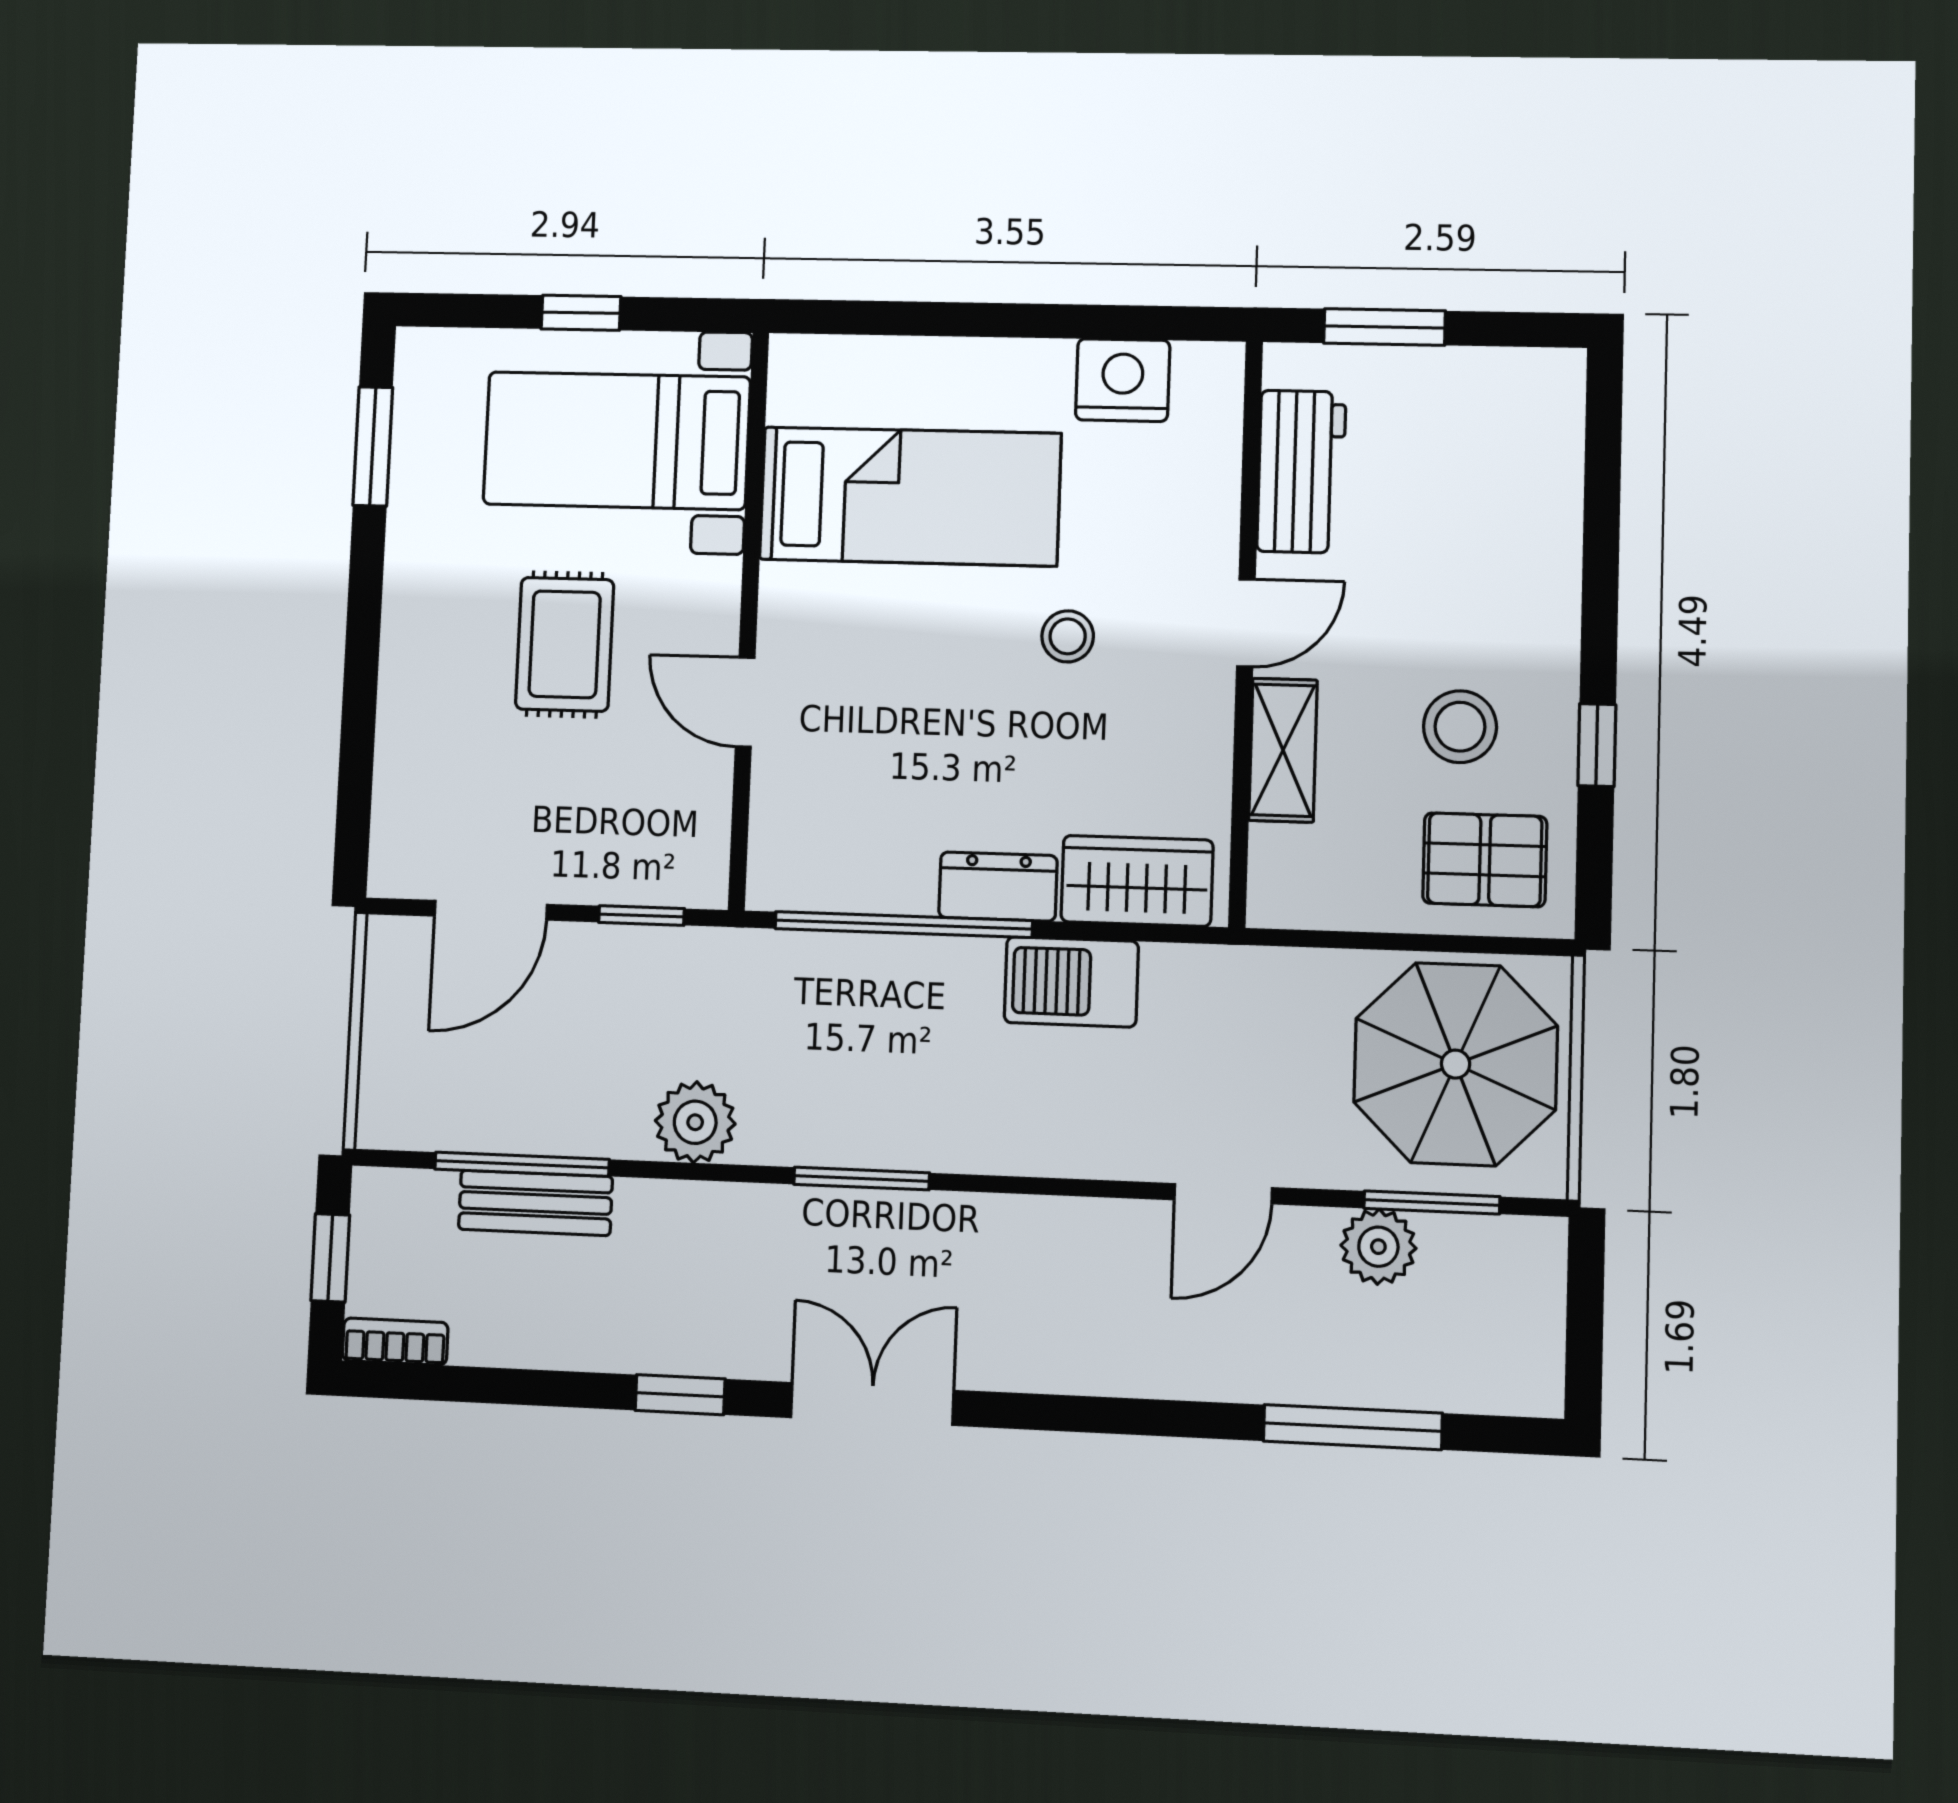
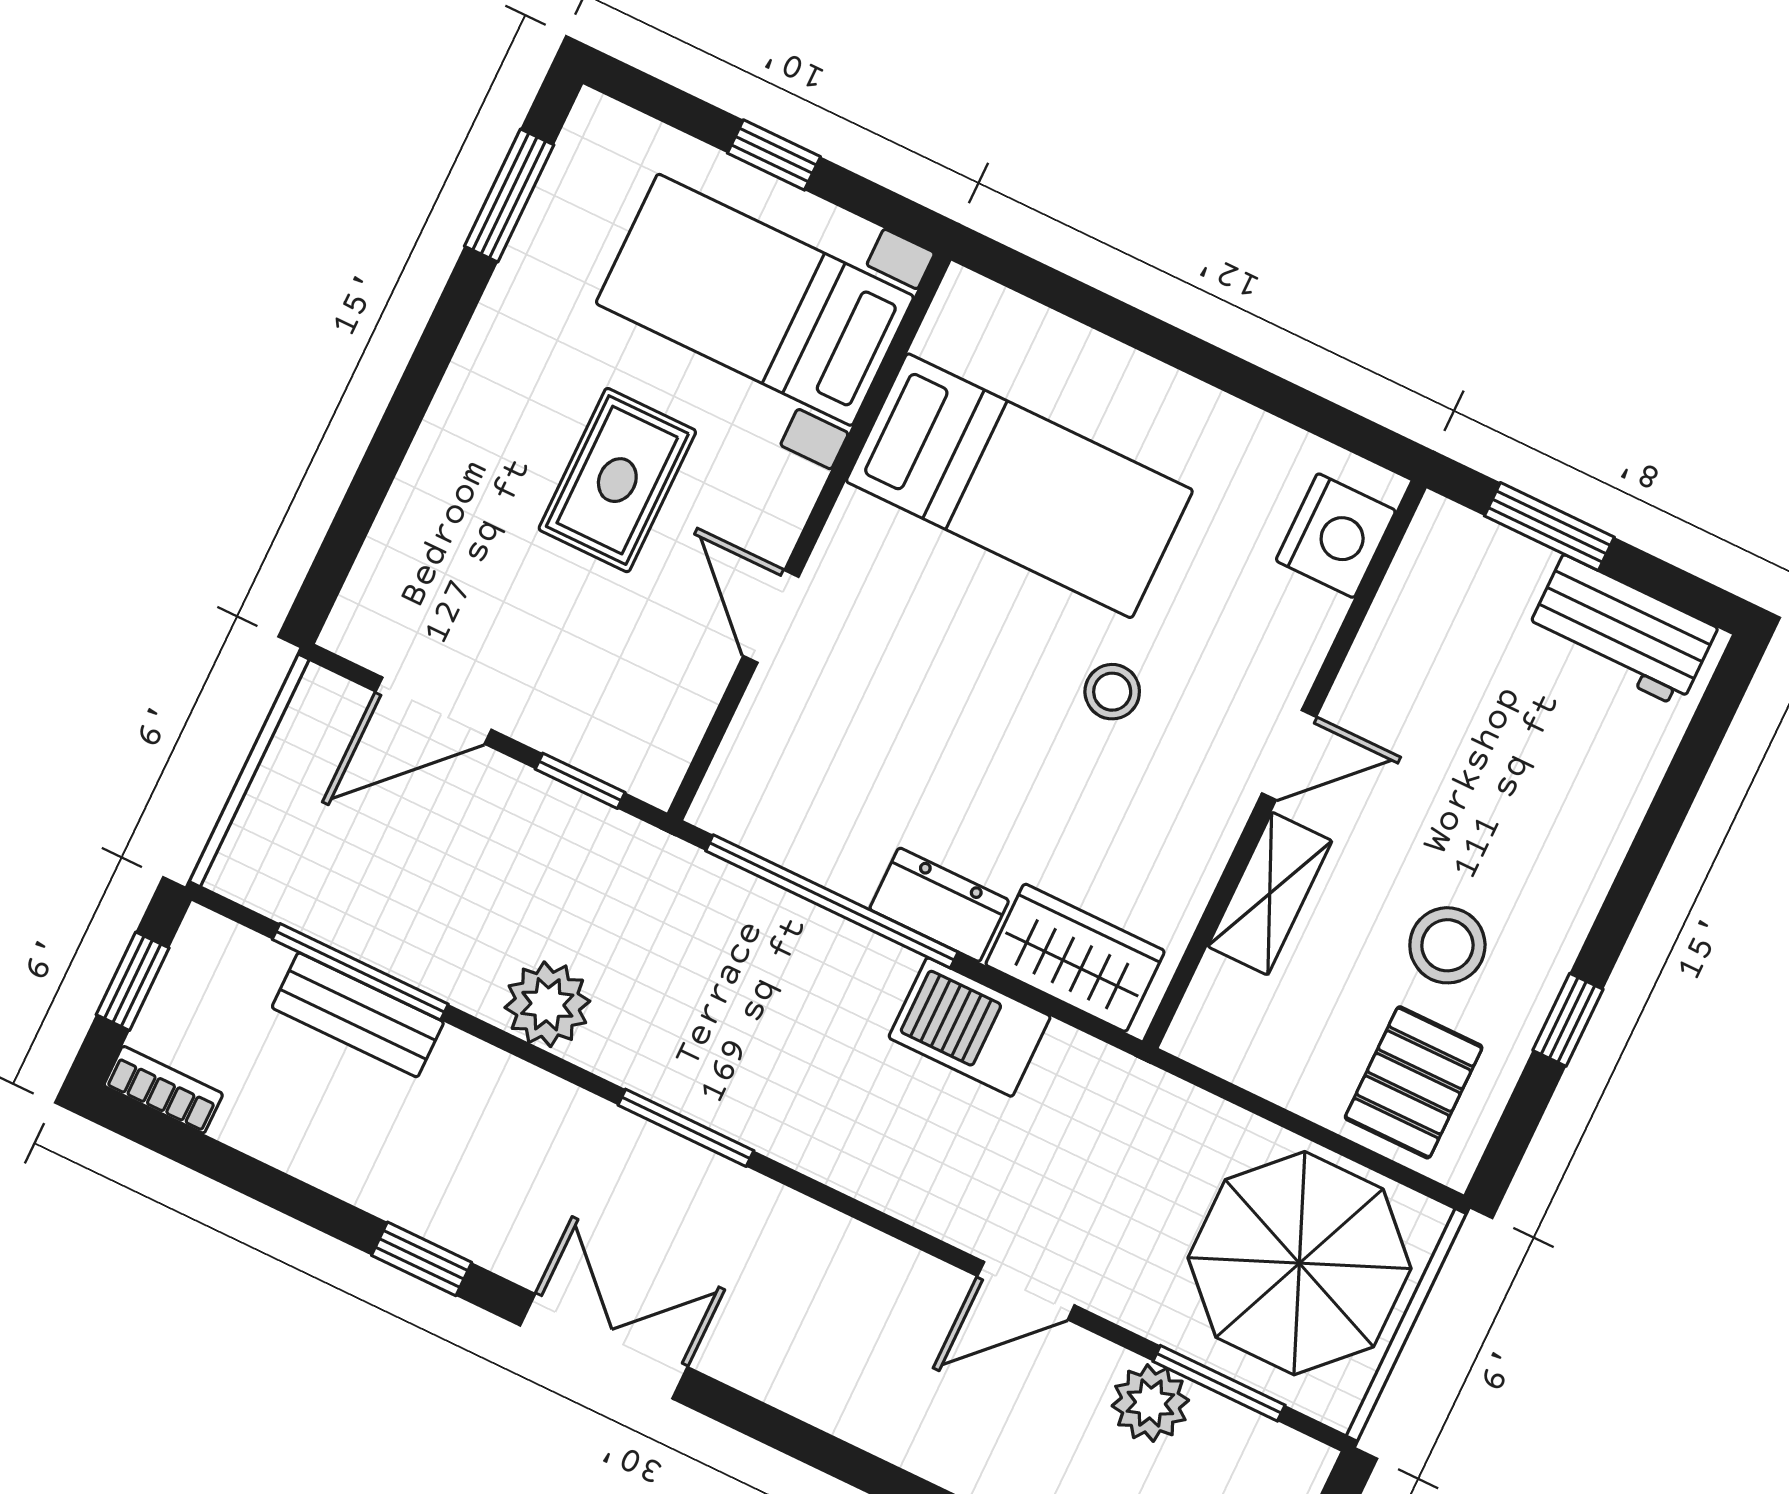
nightstand: (1123, 380) -> (1336, 536), moved, turned 90
workbench: (1301, 472) -> (1622, 631), moved, turned 90
pallet: (1485, 860) -> (1414, 1082), turned 90

